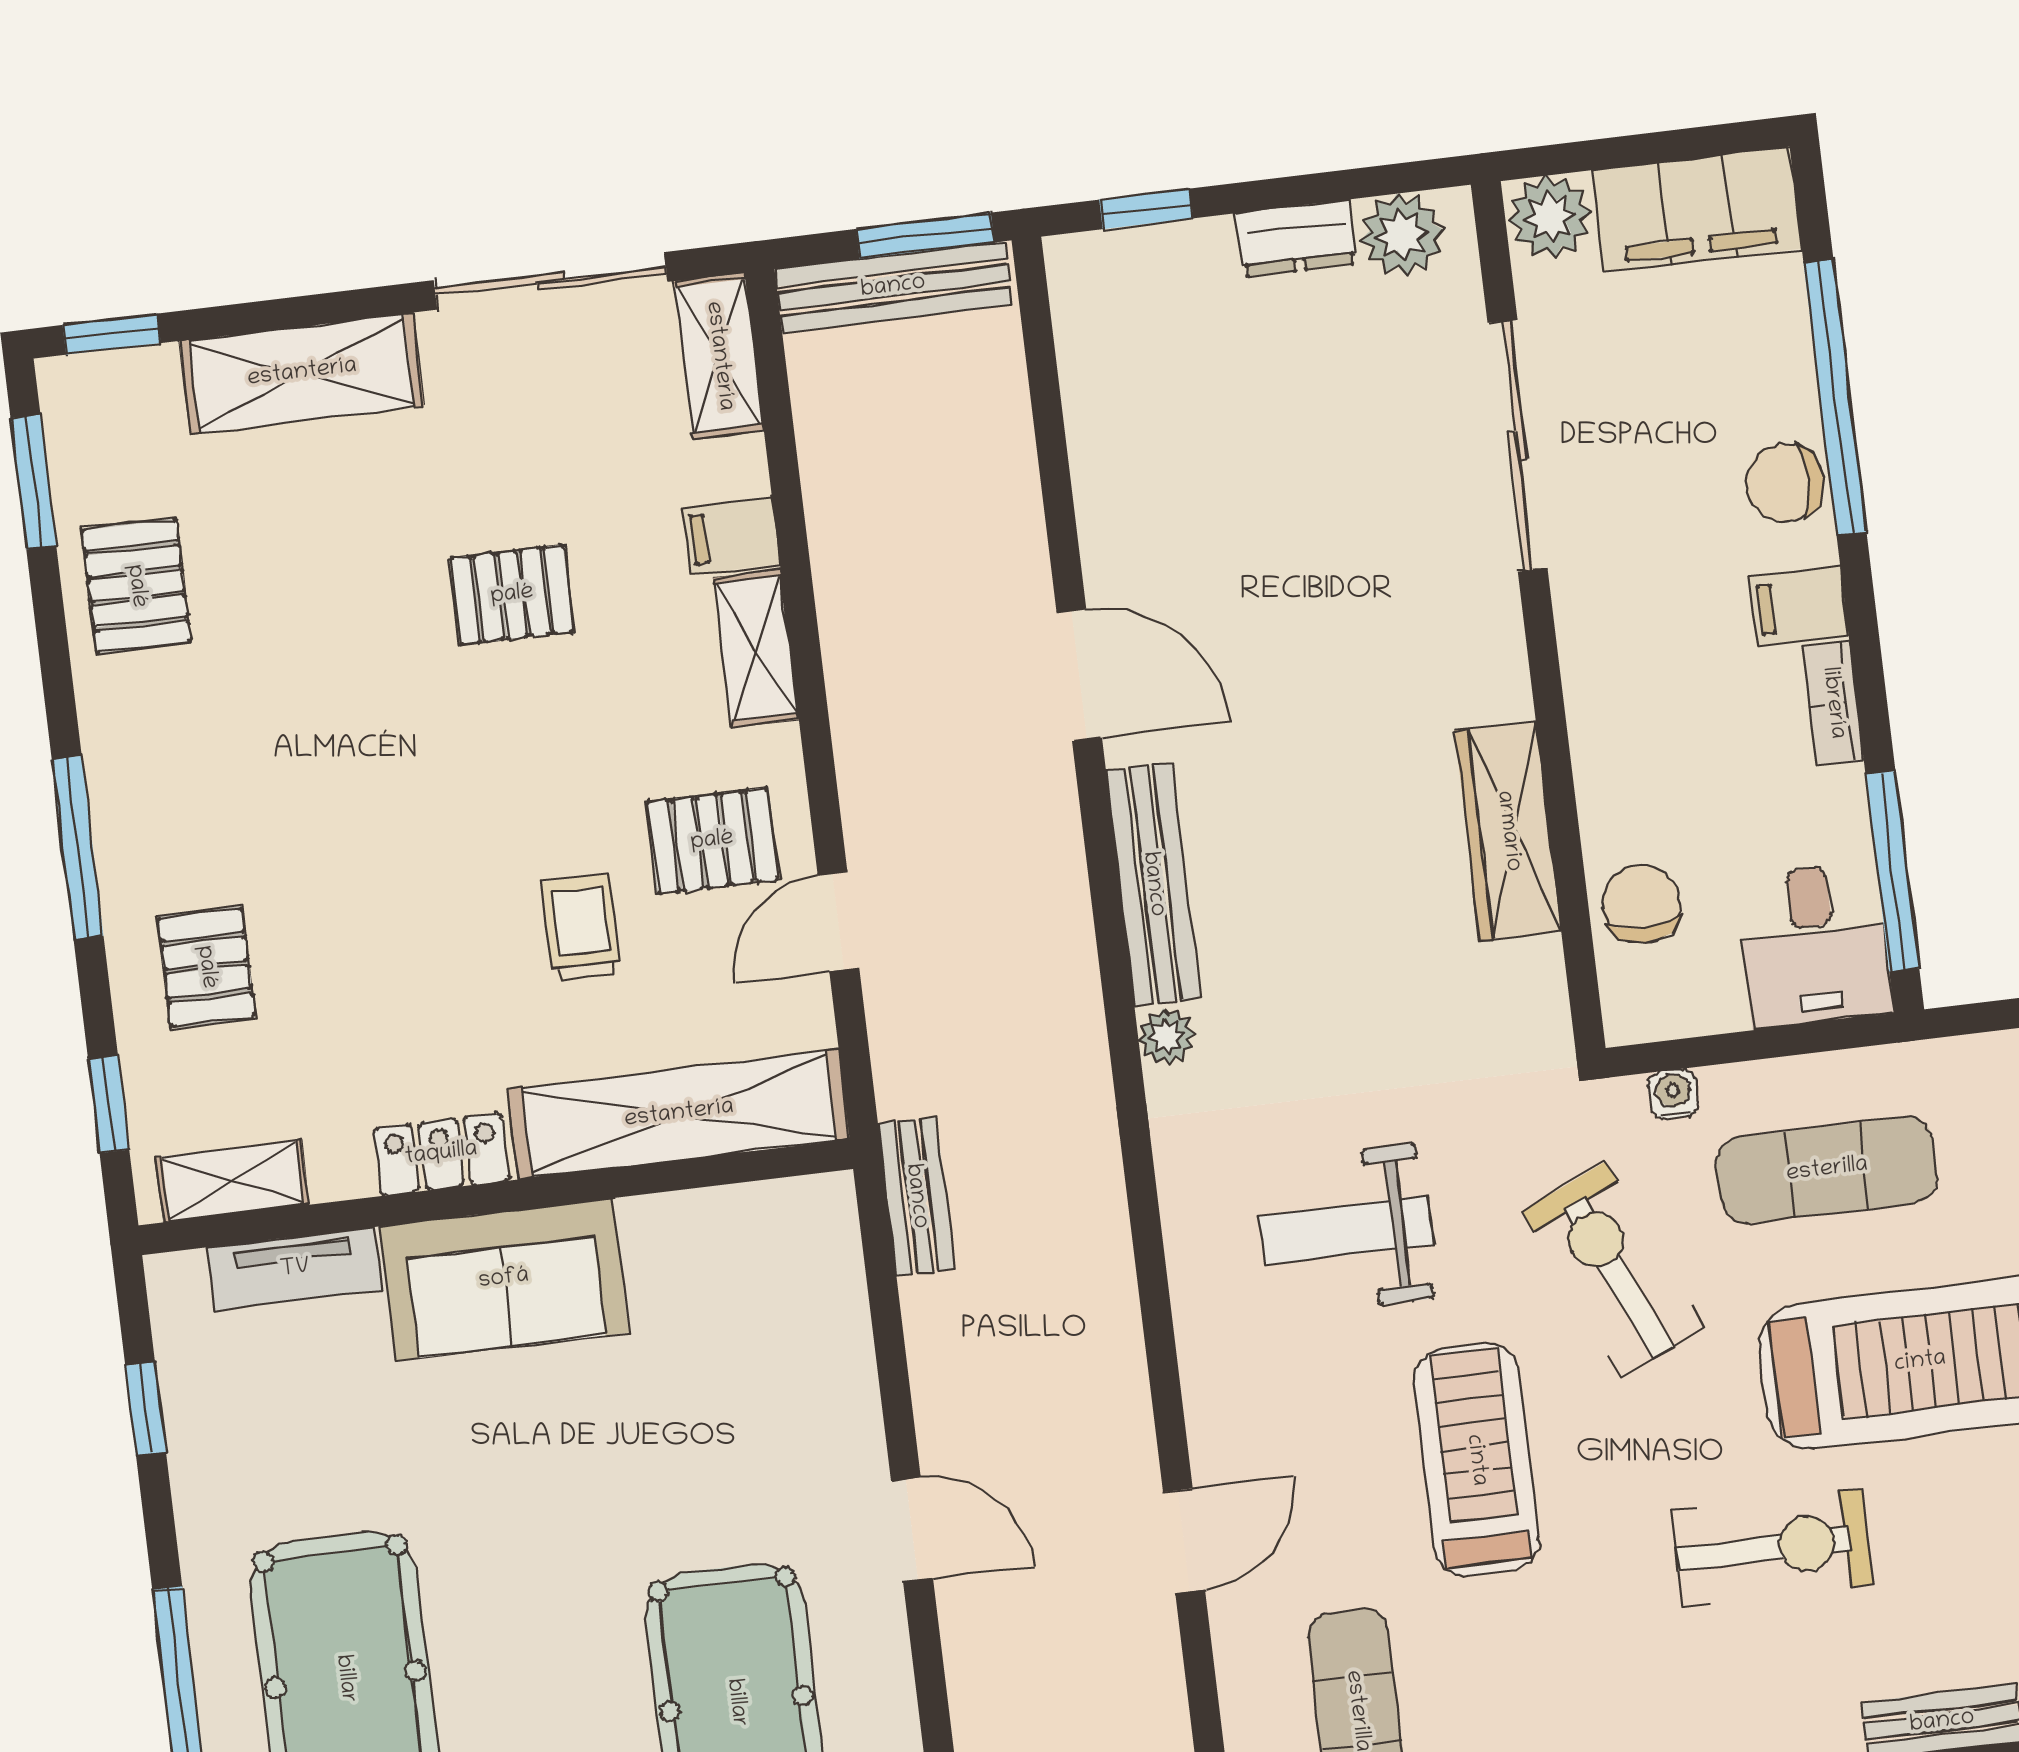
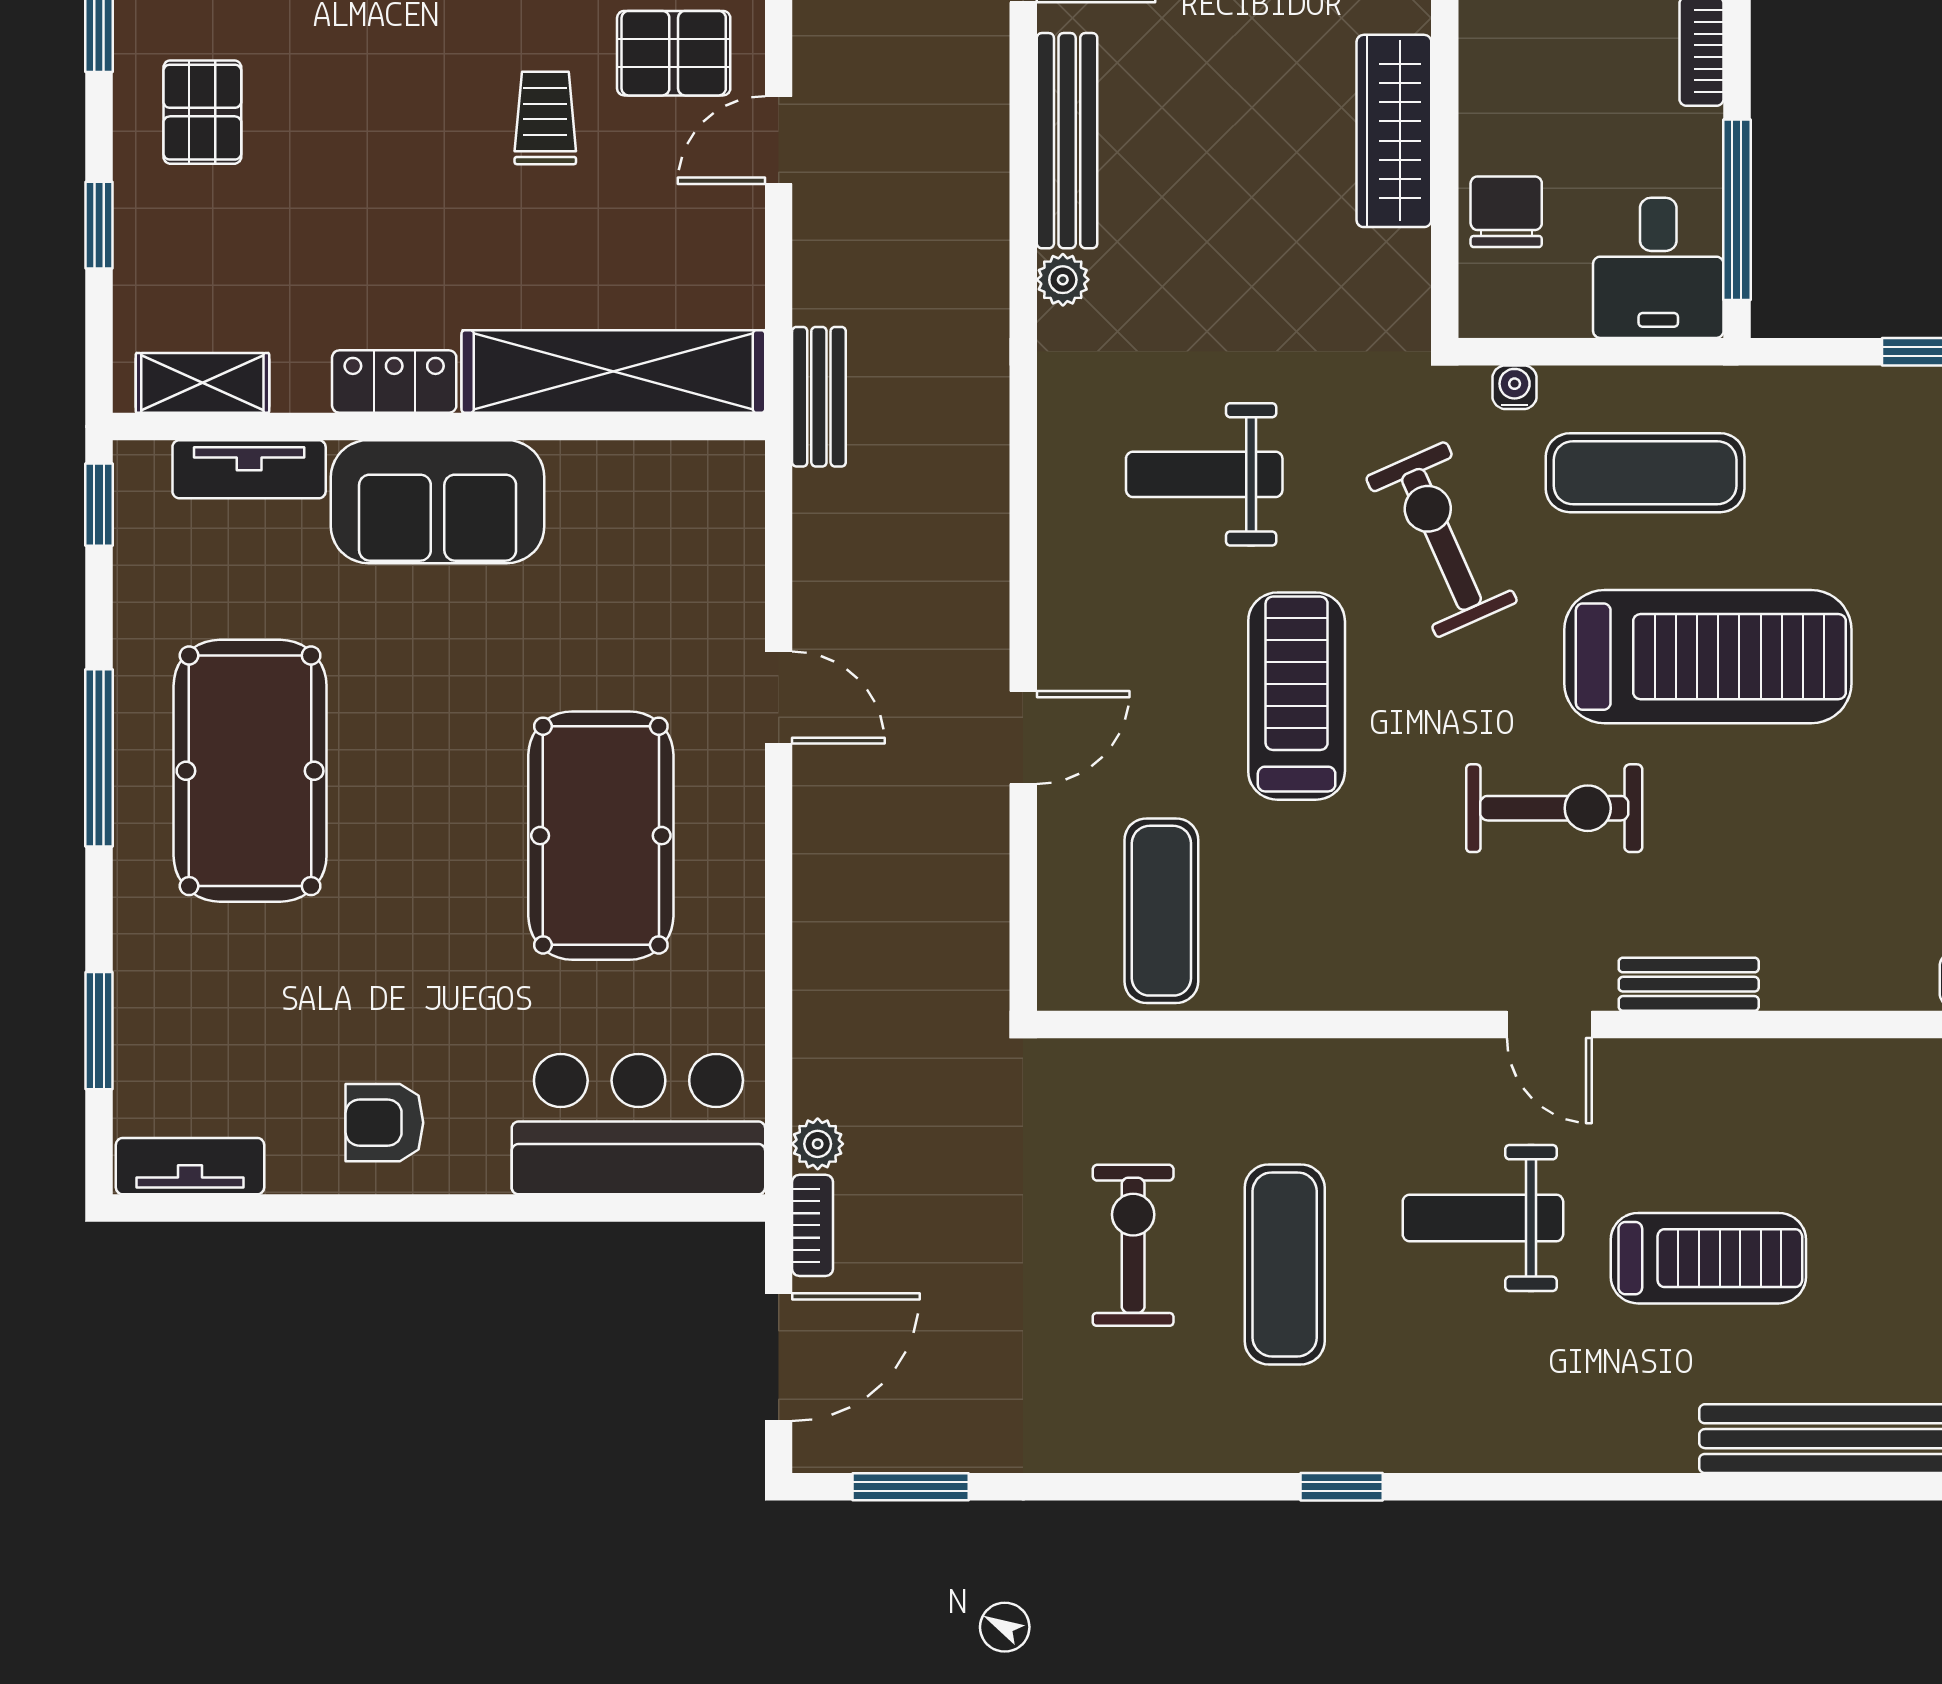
shelving: (679, 1114) -> (613, 371), moved
locker: (441, 1154) -> (394, 382), moved
shelving: (232, 1181) -> (202, 383), moved
wall: (496, 1197) -> (439, 426), moved
tv unit: (295, 1269) -> (249, 469), moved
sofa: (504, 1279) -> (438, 502), moved

